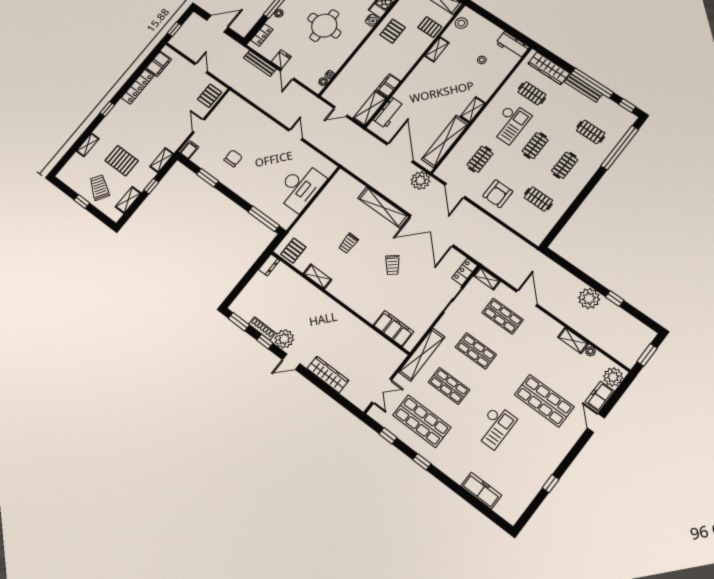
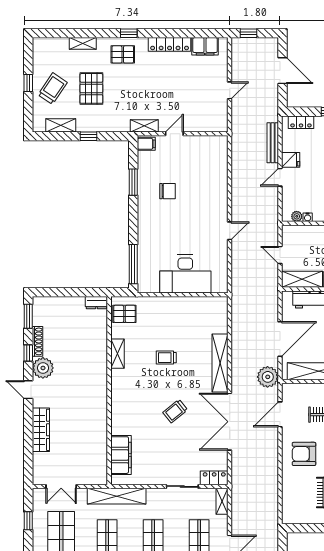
pallet: (210, 96) -> (123, 54), moved
shelving: (162, 160) -> (144, 126), moved

